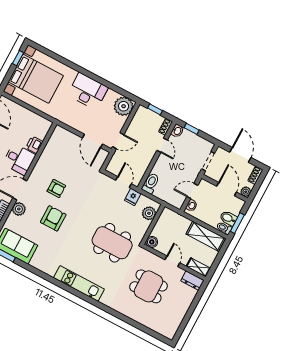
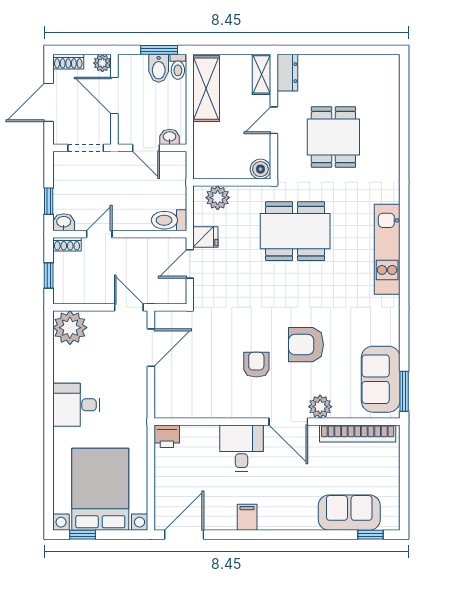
desk: (88, 91) -> (76, 405), width x0.73
printer: (34, 145) -> (167, 436), moved
door: (227, 189) -> (114, 95), hinge flipped
dining table: (112, 243) -> (295, 231), turned 90

